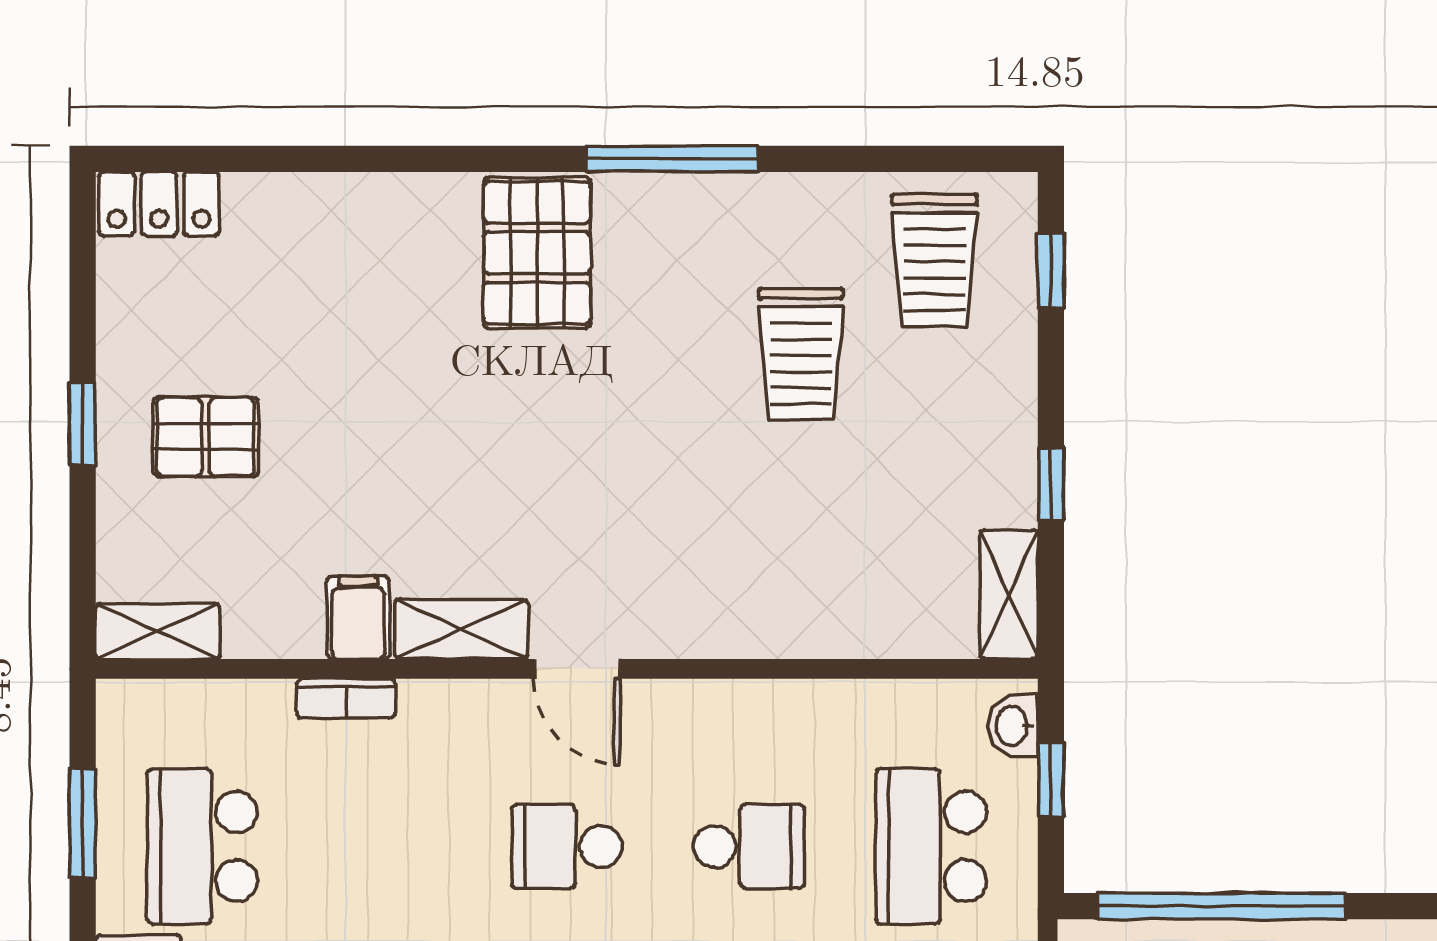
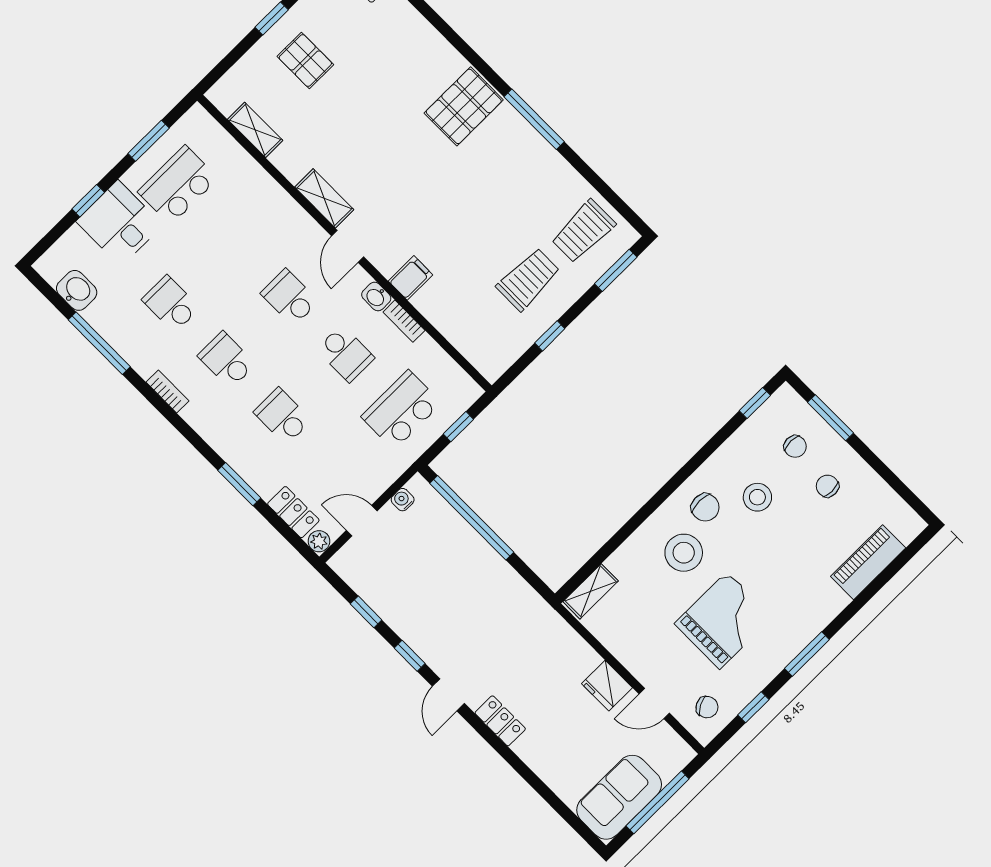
window: (1051, 271) -> (616, 270), width x1.50
trolley: (801, 354) -> (528, 279), moved, turned 180
shelving: (1009, 595) -> (503, 357), removed
filing cabinet: (358, 617) -> (410, 278), moved
shelving: (158, 631) -> (255, 130), moved
bookcase: (346, 698) -> (404, 321), moved
washbasin: (1013, 726) -> (376, 297), moved, turned -90

